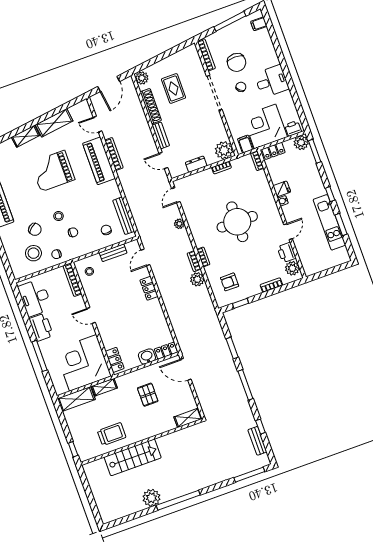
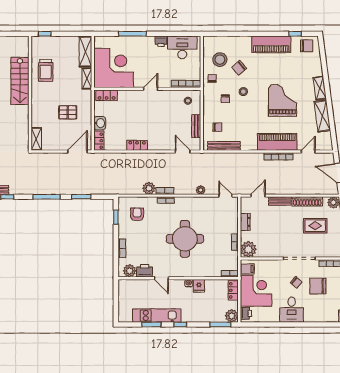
locker: (149, 288) -> (137, 145), moved
printer: (41, 327) -> (161, 41), width x0.53, depth x0.68

